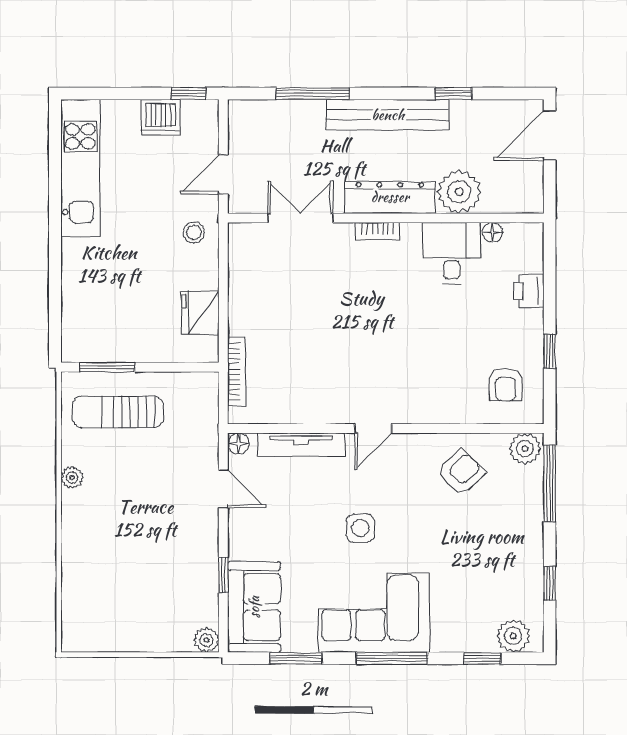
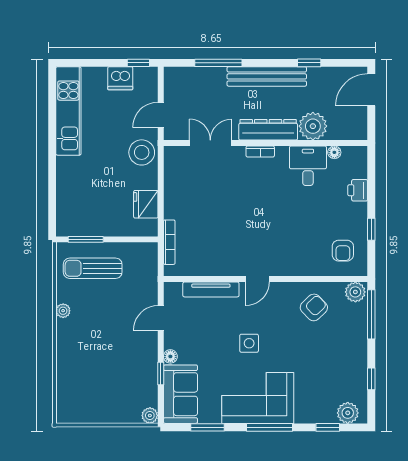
stool: (194, 232) -> (142, 152), width x1.89, depth x1.89
floor lamp: (238, 444) -> (170, 356), moved
door: (223, 489) -> (161, 318), swing flipped

